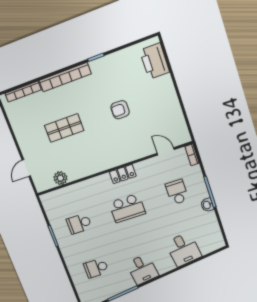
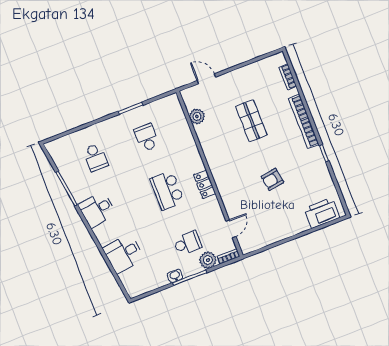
bookcase: (23, 92) -> (288, 77), width x0.64
armchair: (120, 110) -> (272, 179), turned -99
plant: (194, 174) -> (208, 260), added
school desk: (96, 268) -> (95, 157), turned 180

